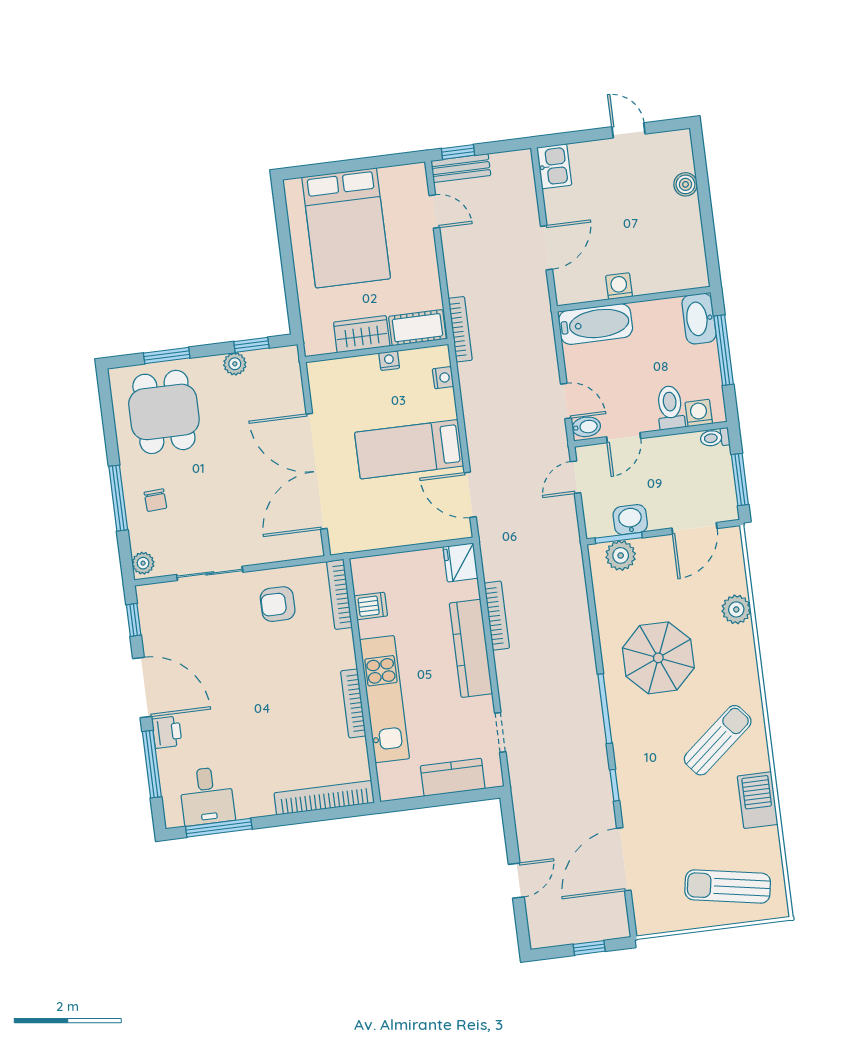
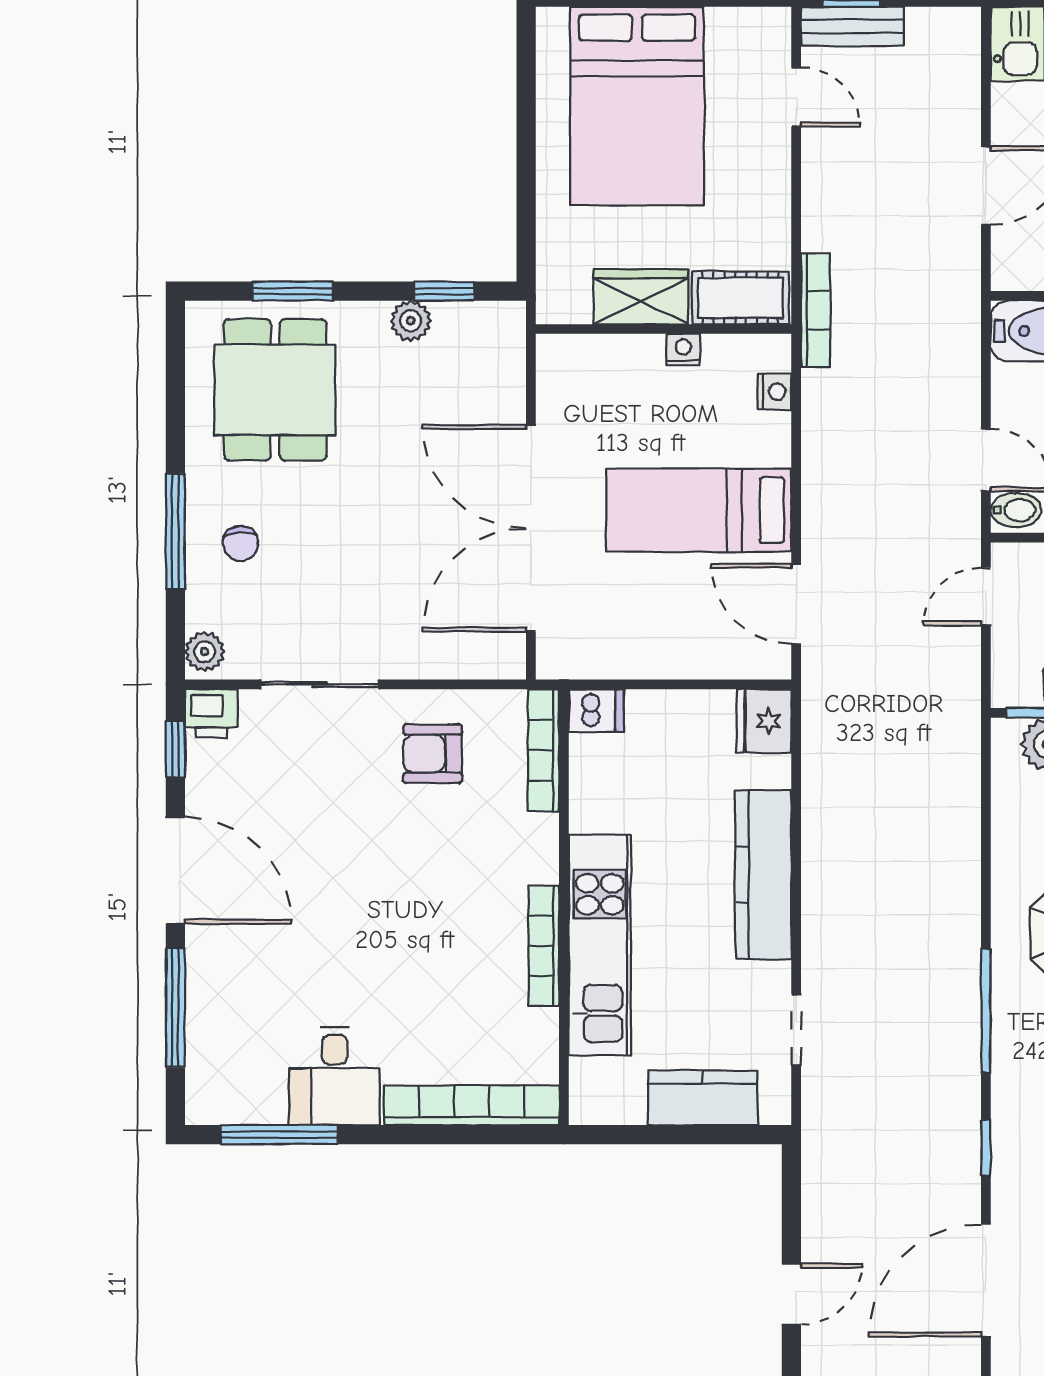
dishwasher: (371, 606) -> (596, 711), moved
bookcase: (497, 616) -> (816, 823), removed
printer: (167, 732) -> (211, 713), moved, turned 90
desk: (207, 796) -> (335, 1076), moved

